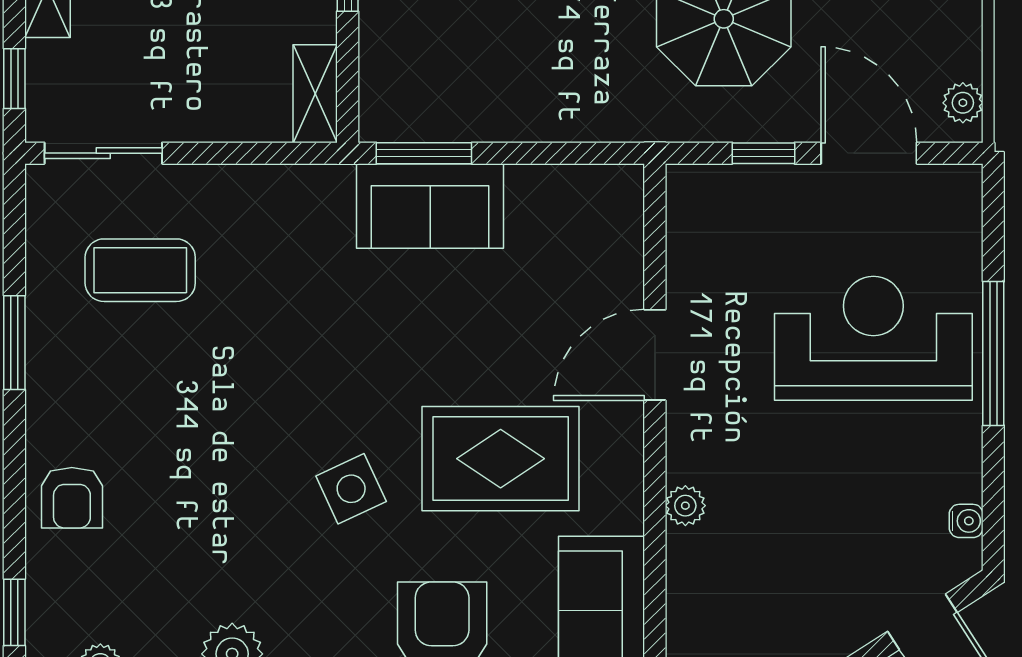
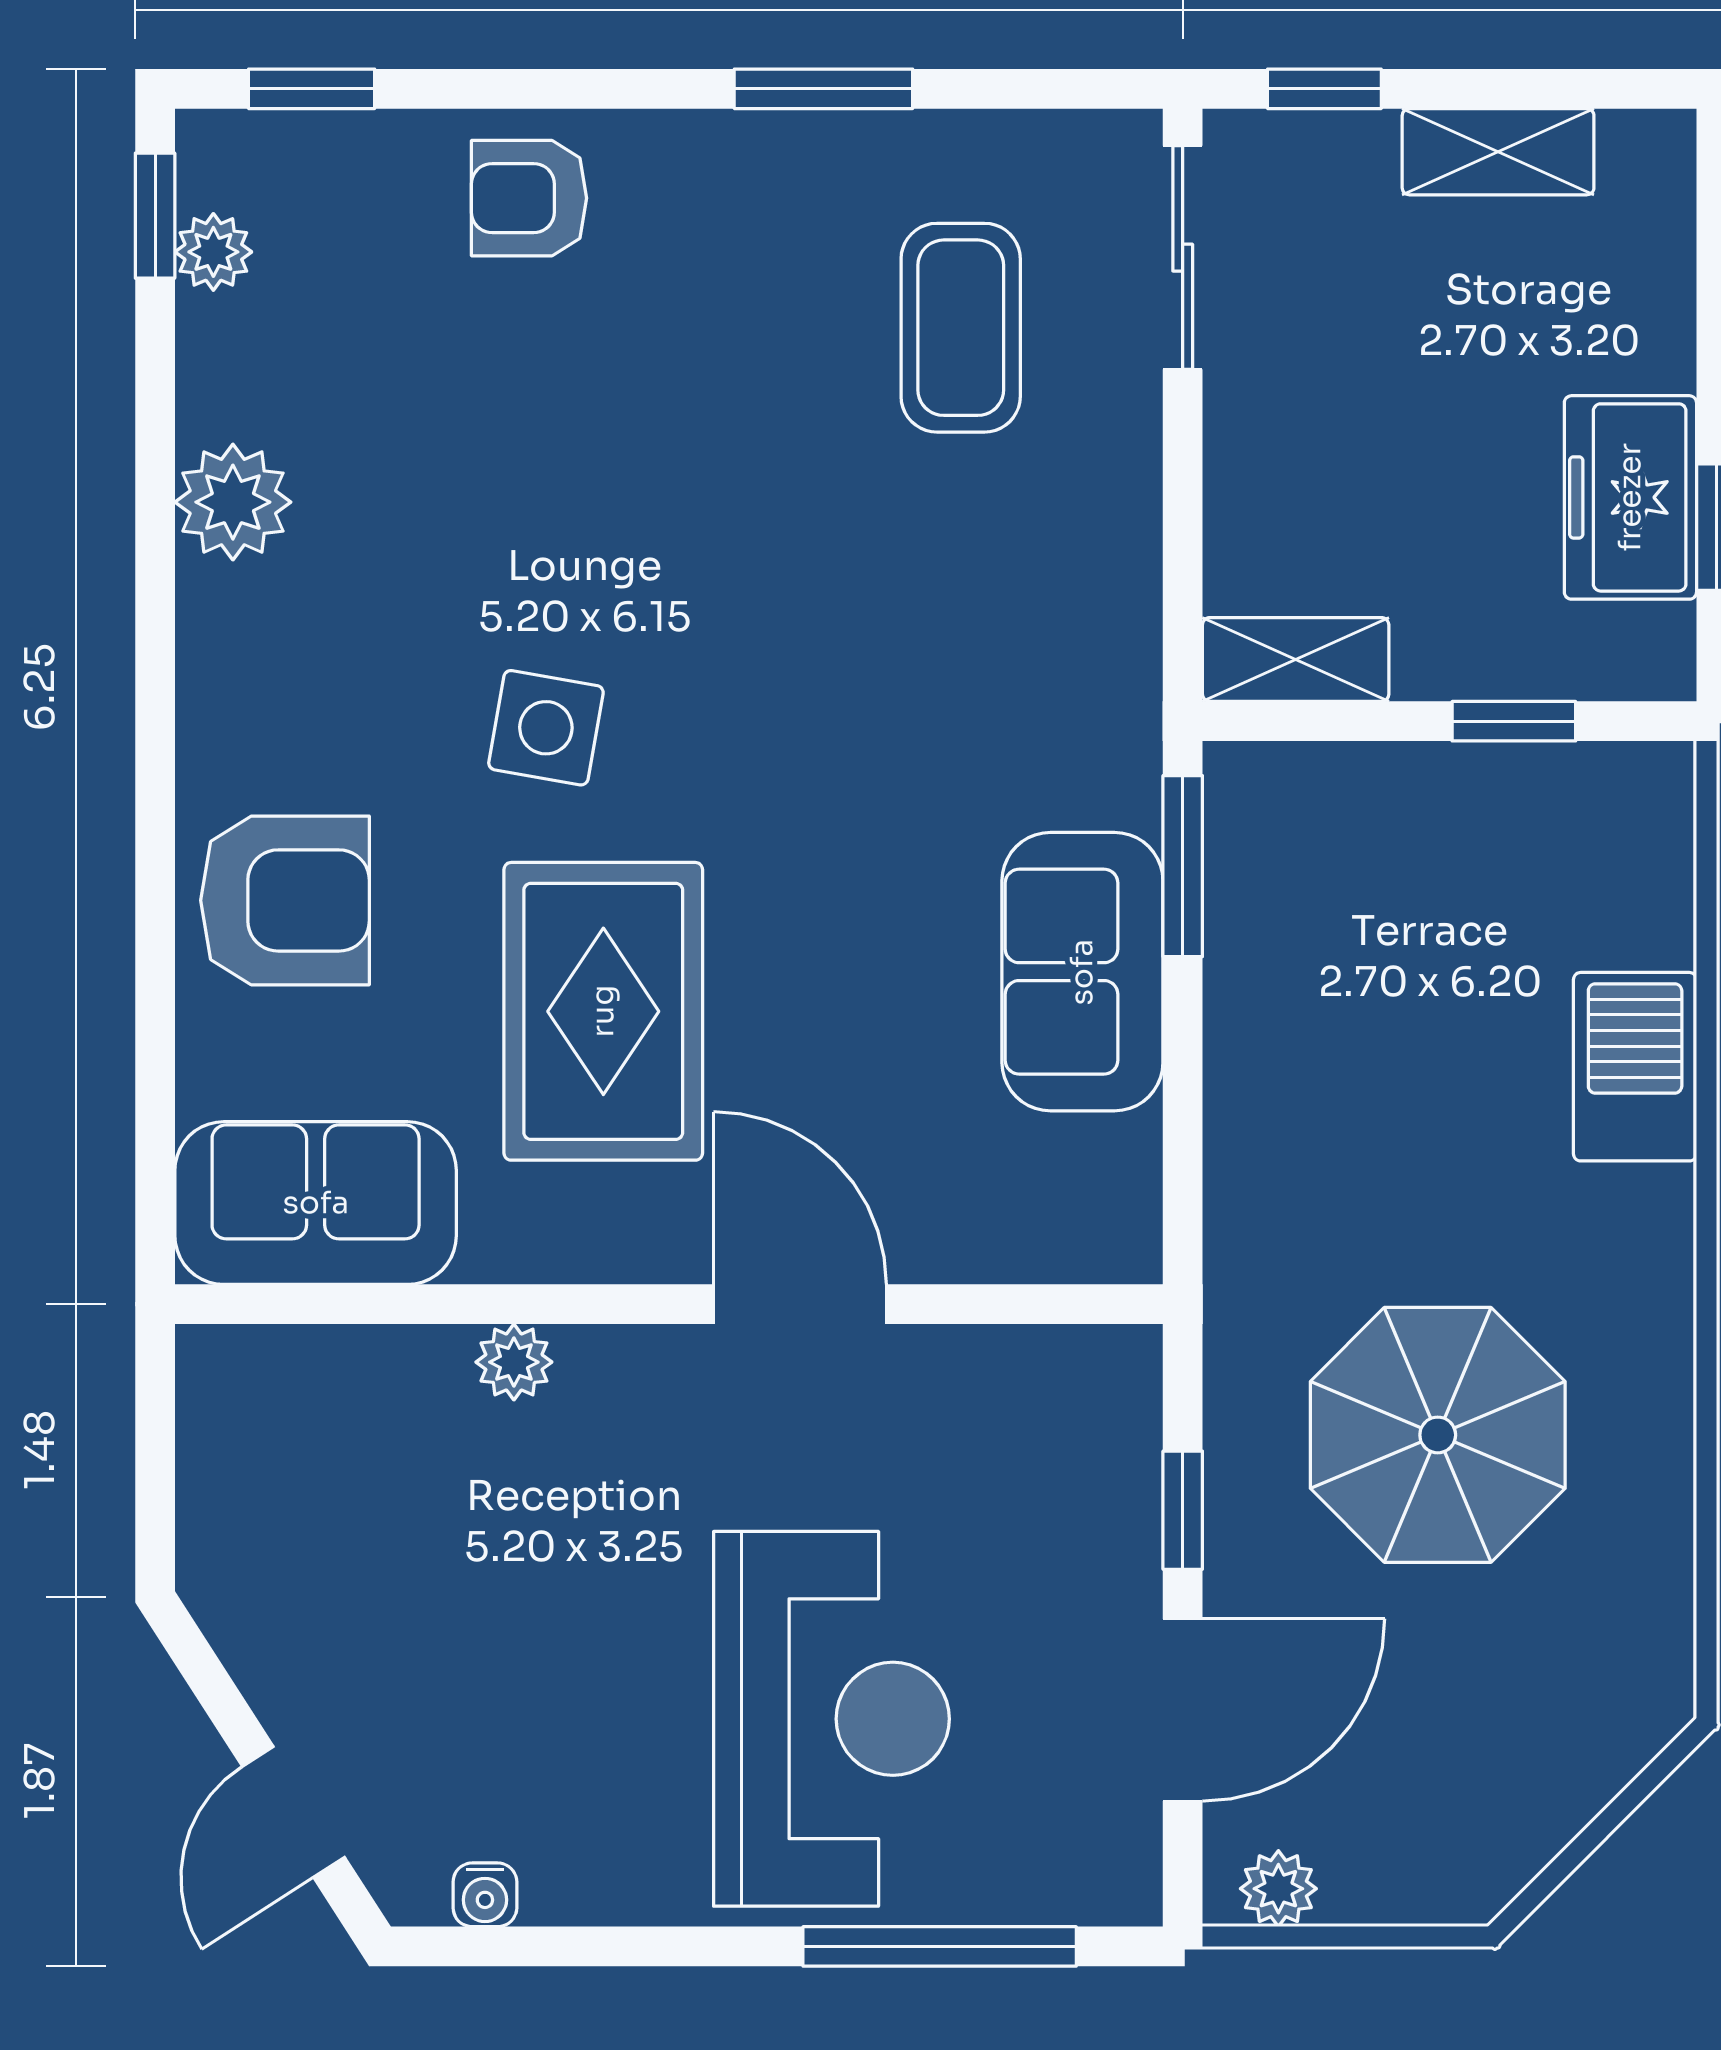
sofa: (430, 206) -> (1082, 972), moved
window: (993, 354) -> (940, 1946), moved
side table: (351, 489) -> (546, 728), turned 35

